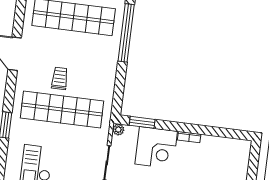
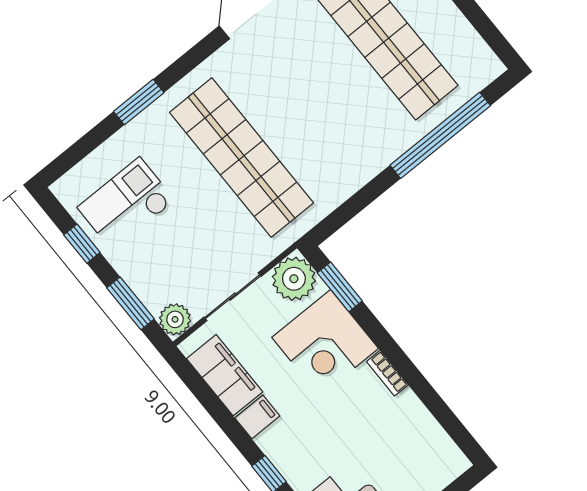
trolley: (60, 78) -> (281, 109), removed
plant: (118, 130) -> (294, 279), width x1.87, depth x1.87

